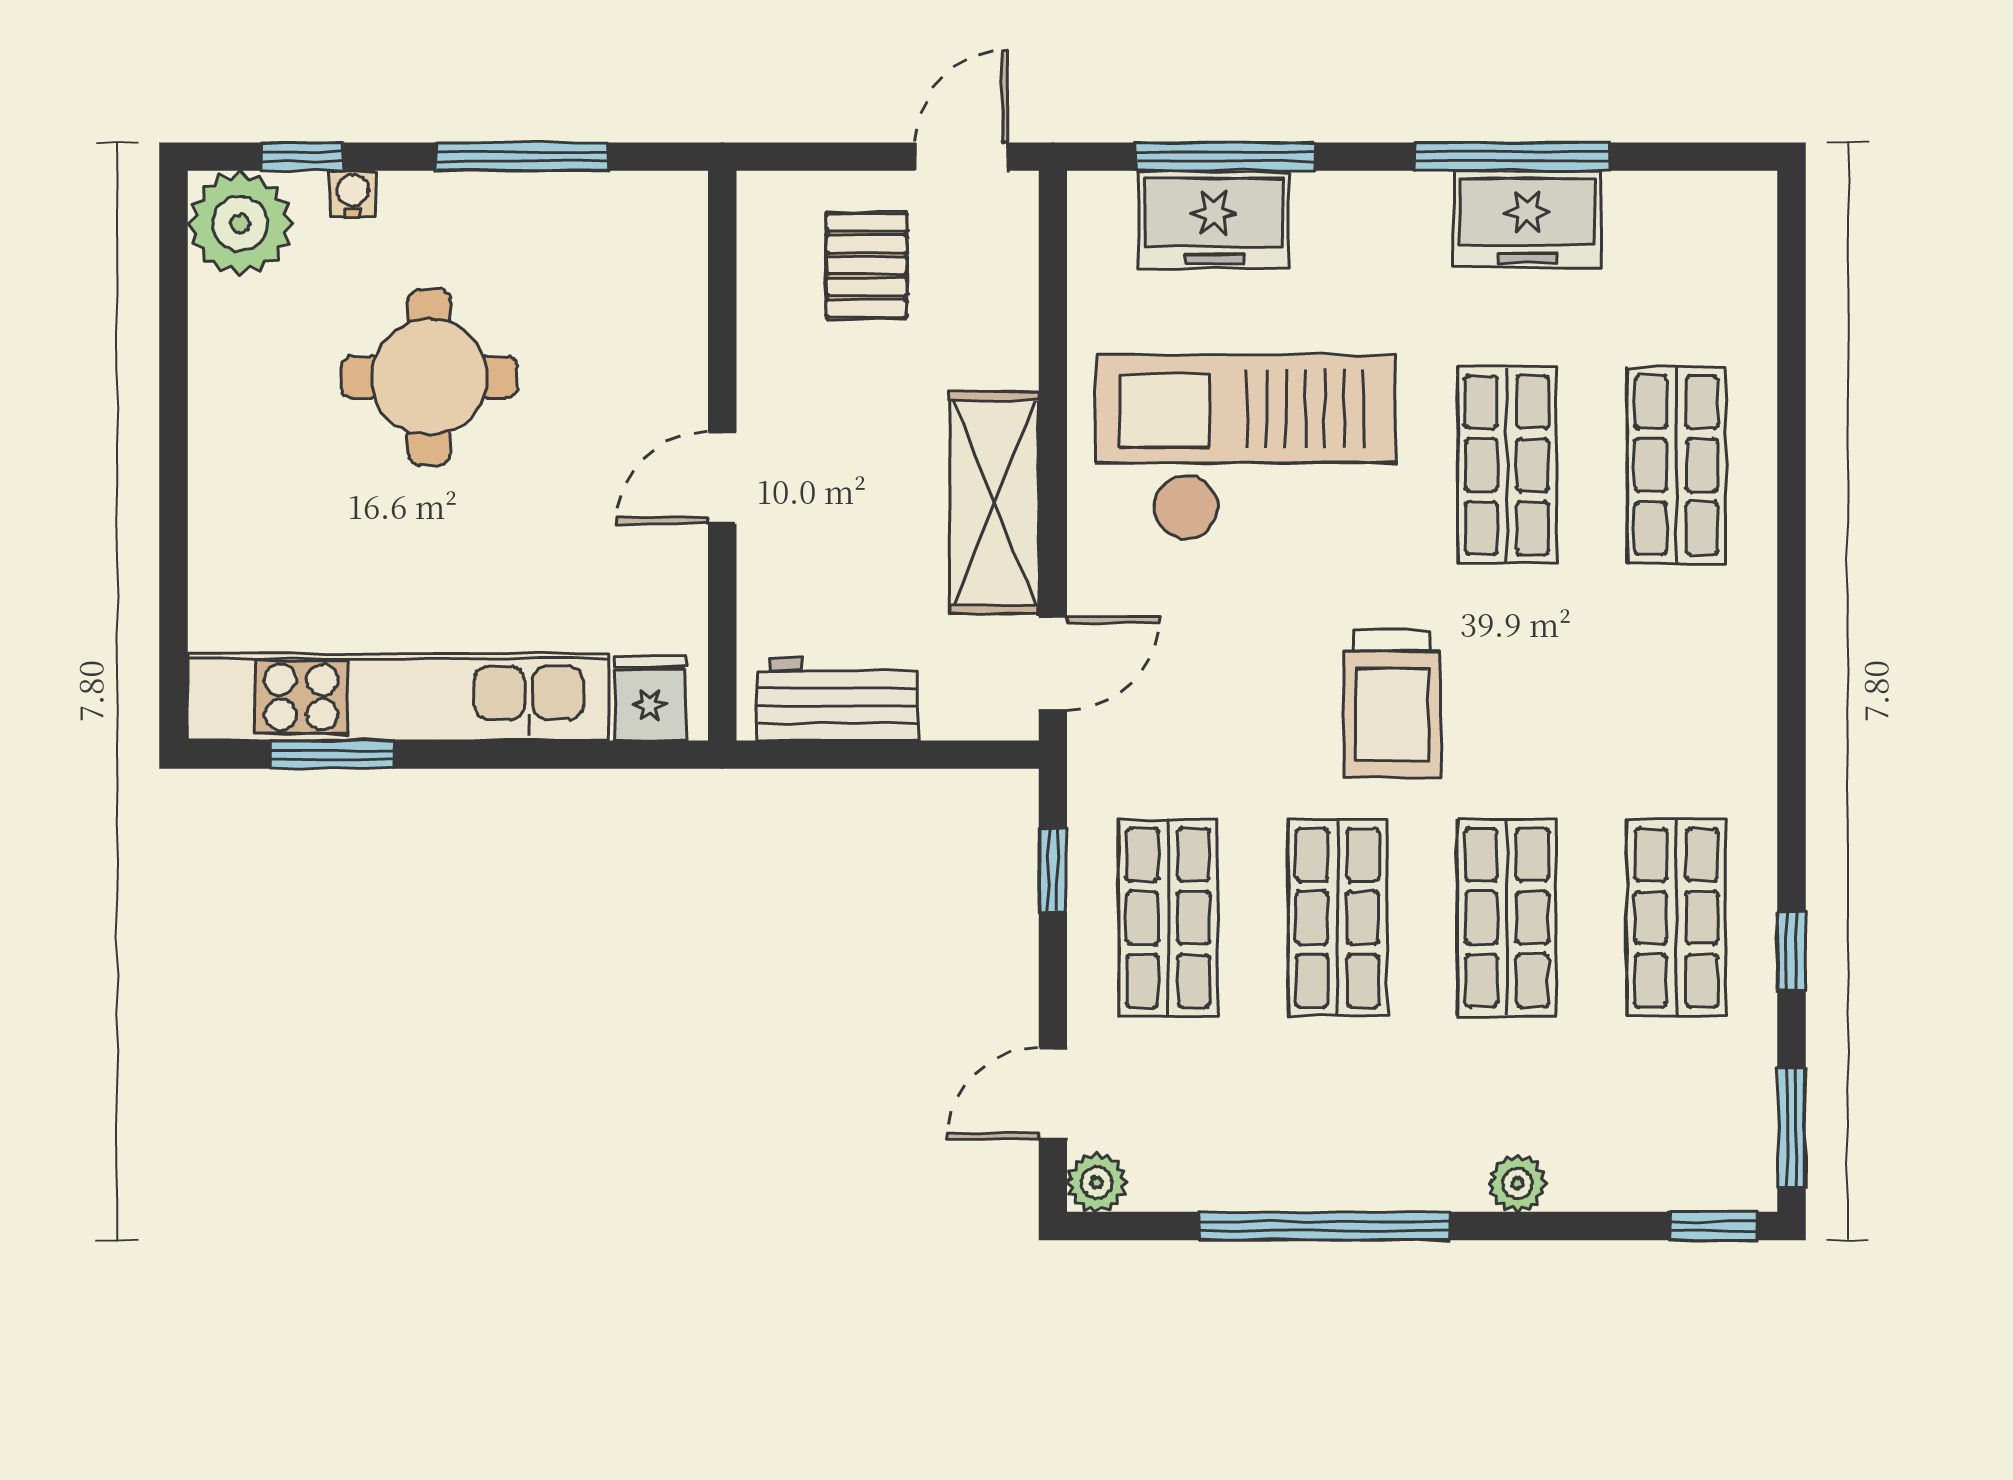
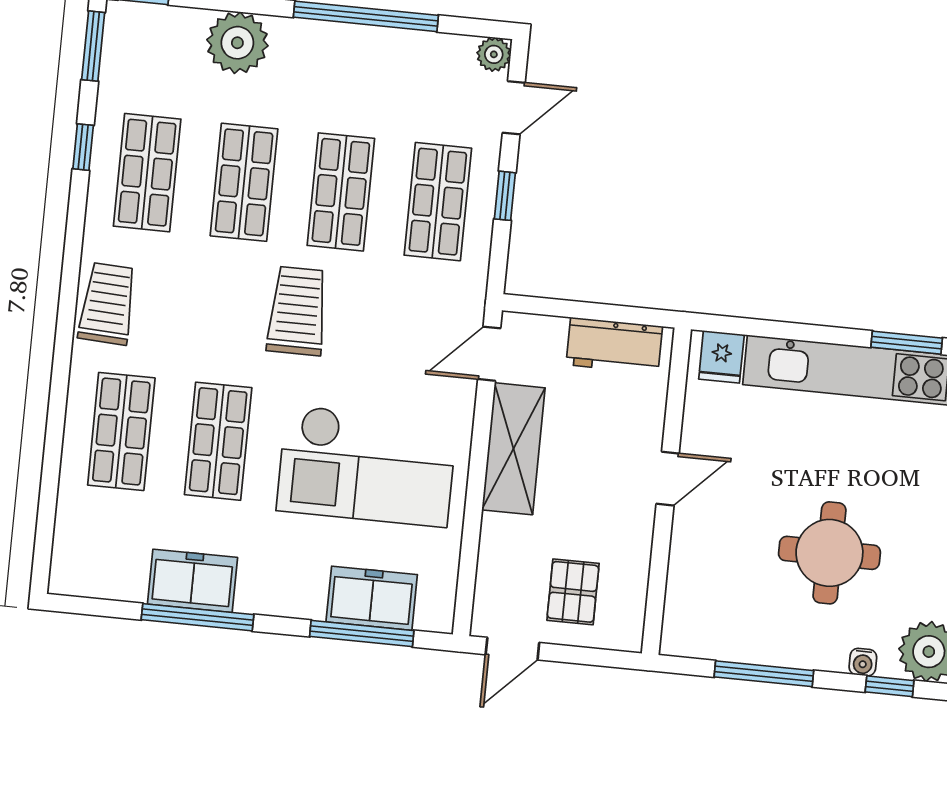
trolley: (1722, 684) -> (108, 304), added
window: (1053, 870) -> (505, 196), moved
plant: (1517, 1183) -> (237, 43), width x1.88, depth x1.88

